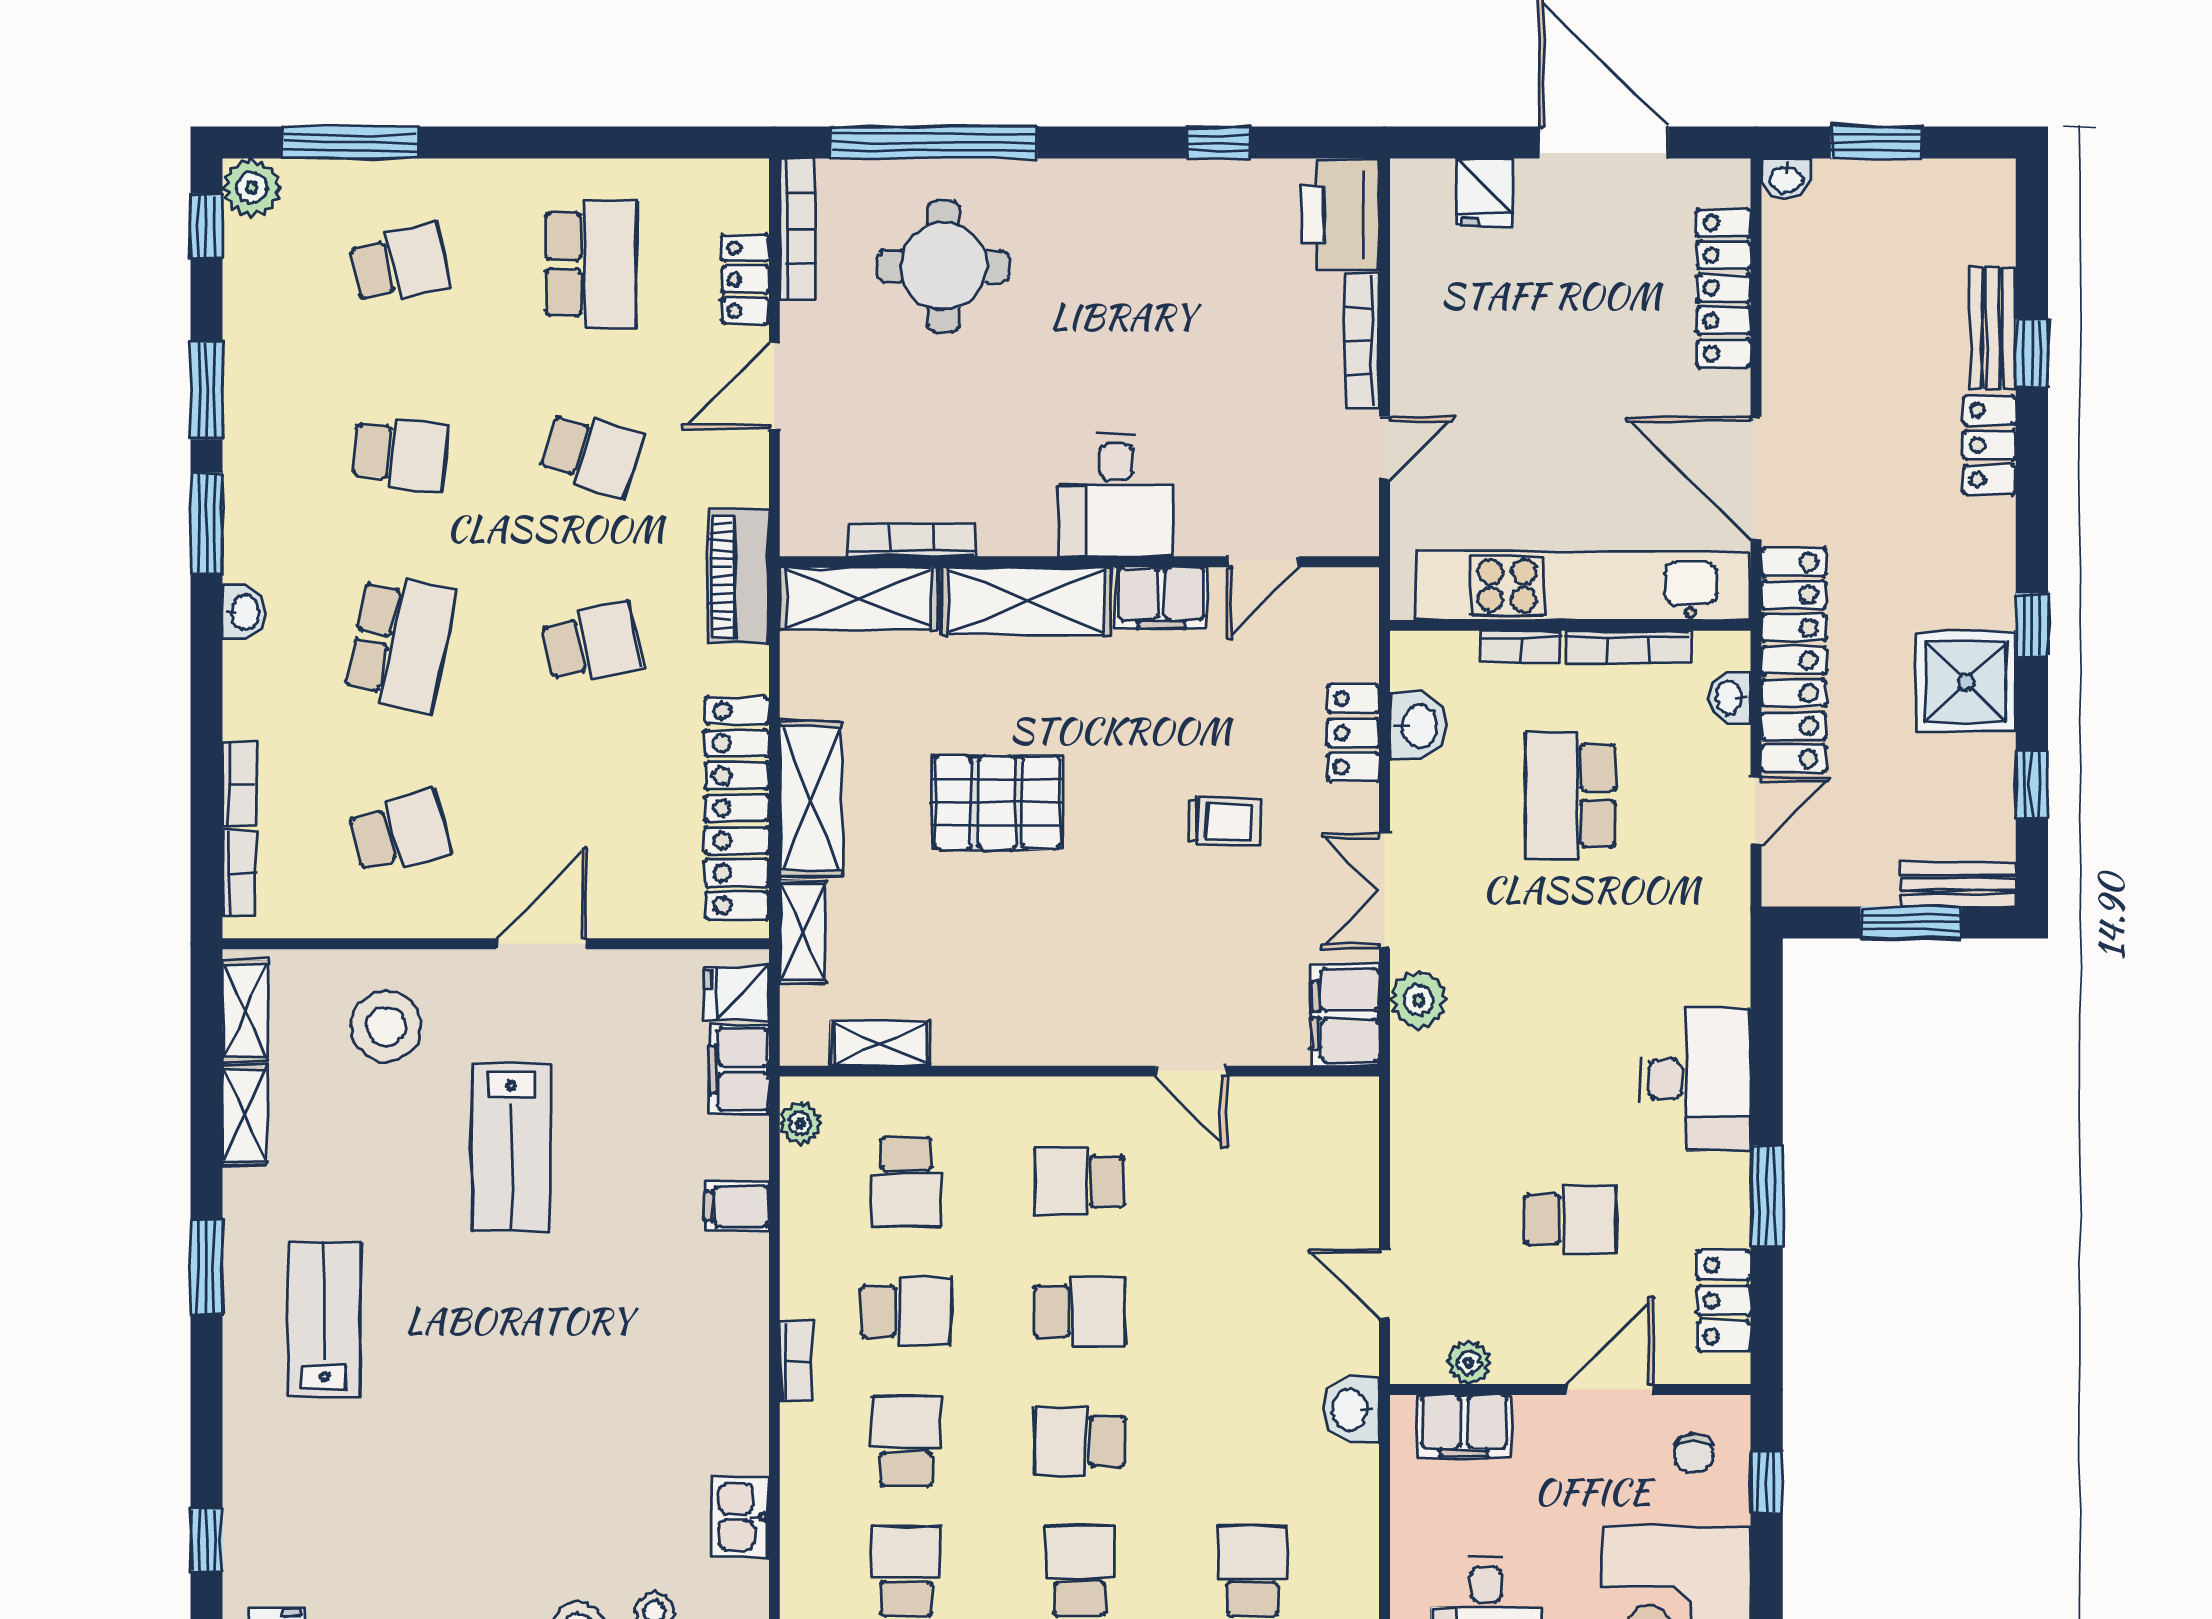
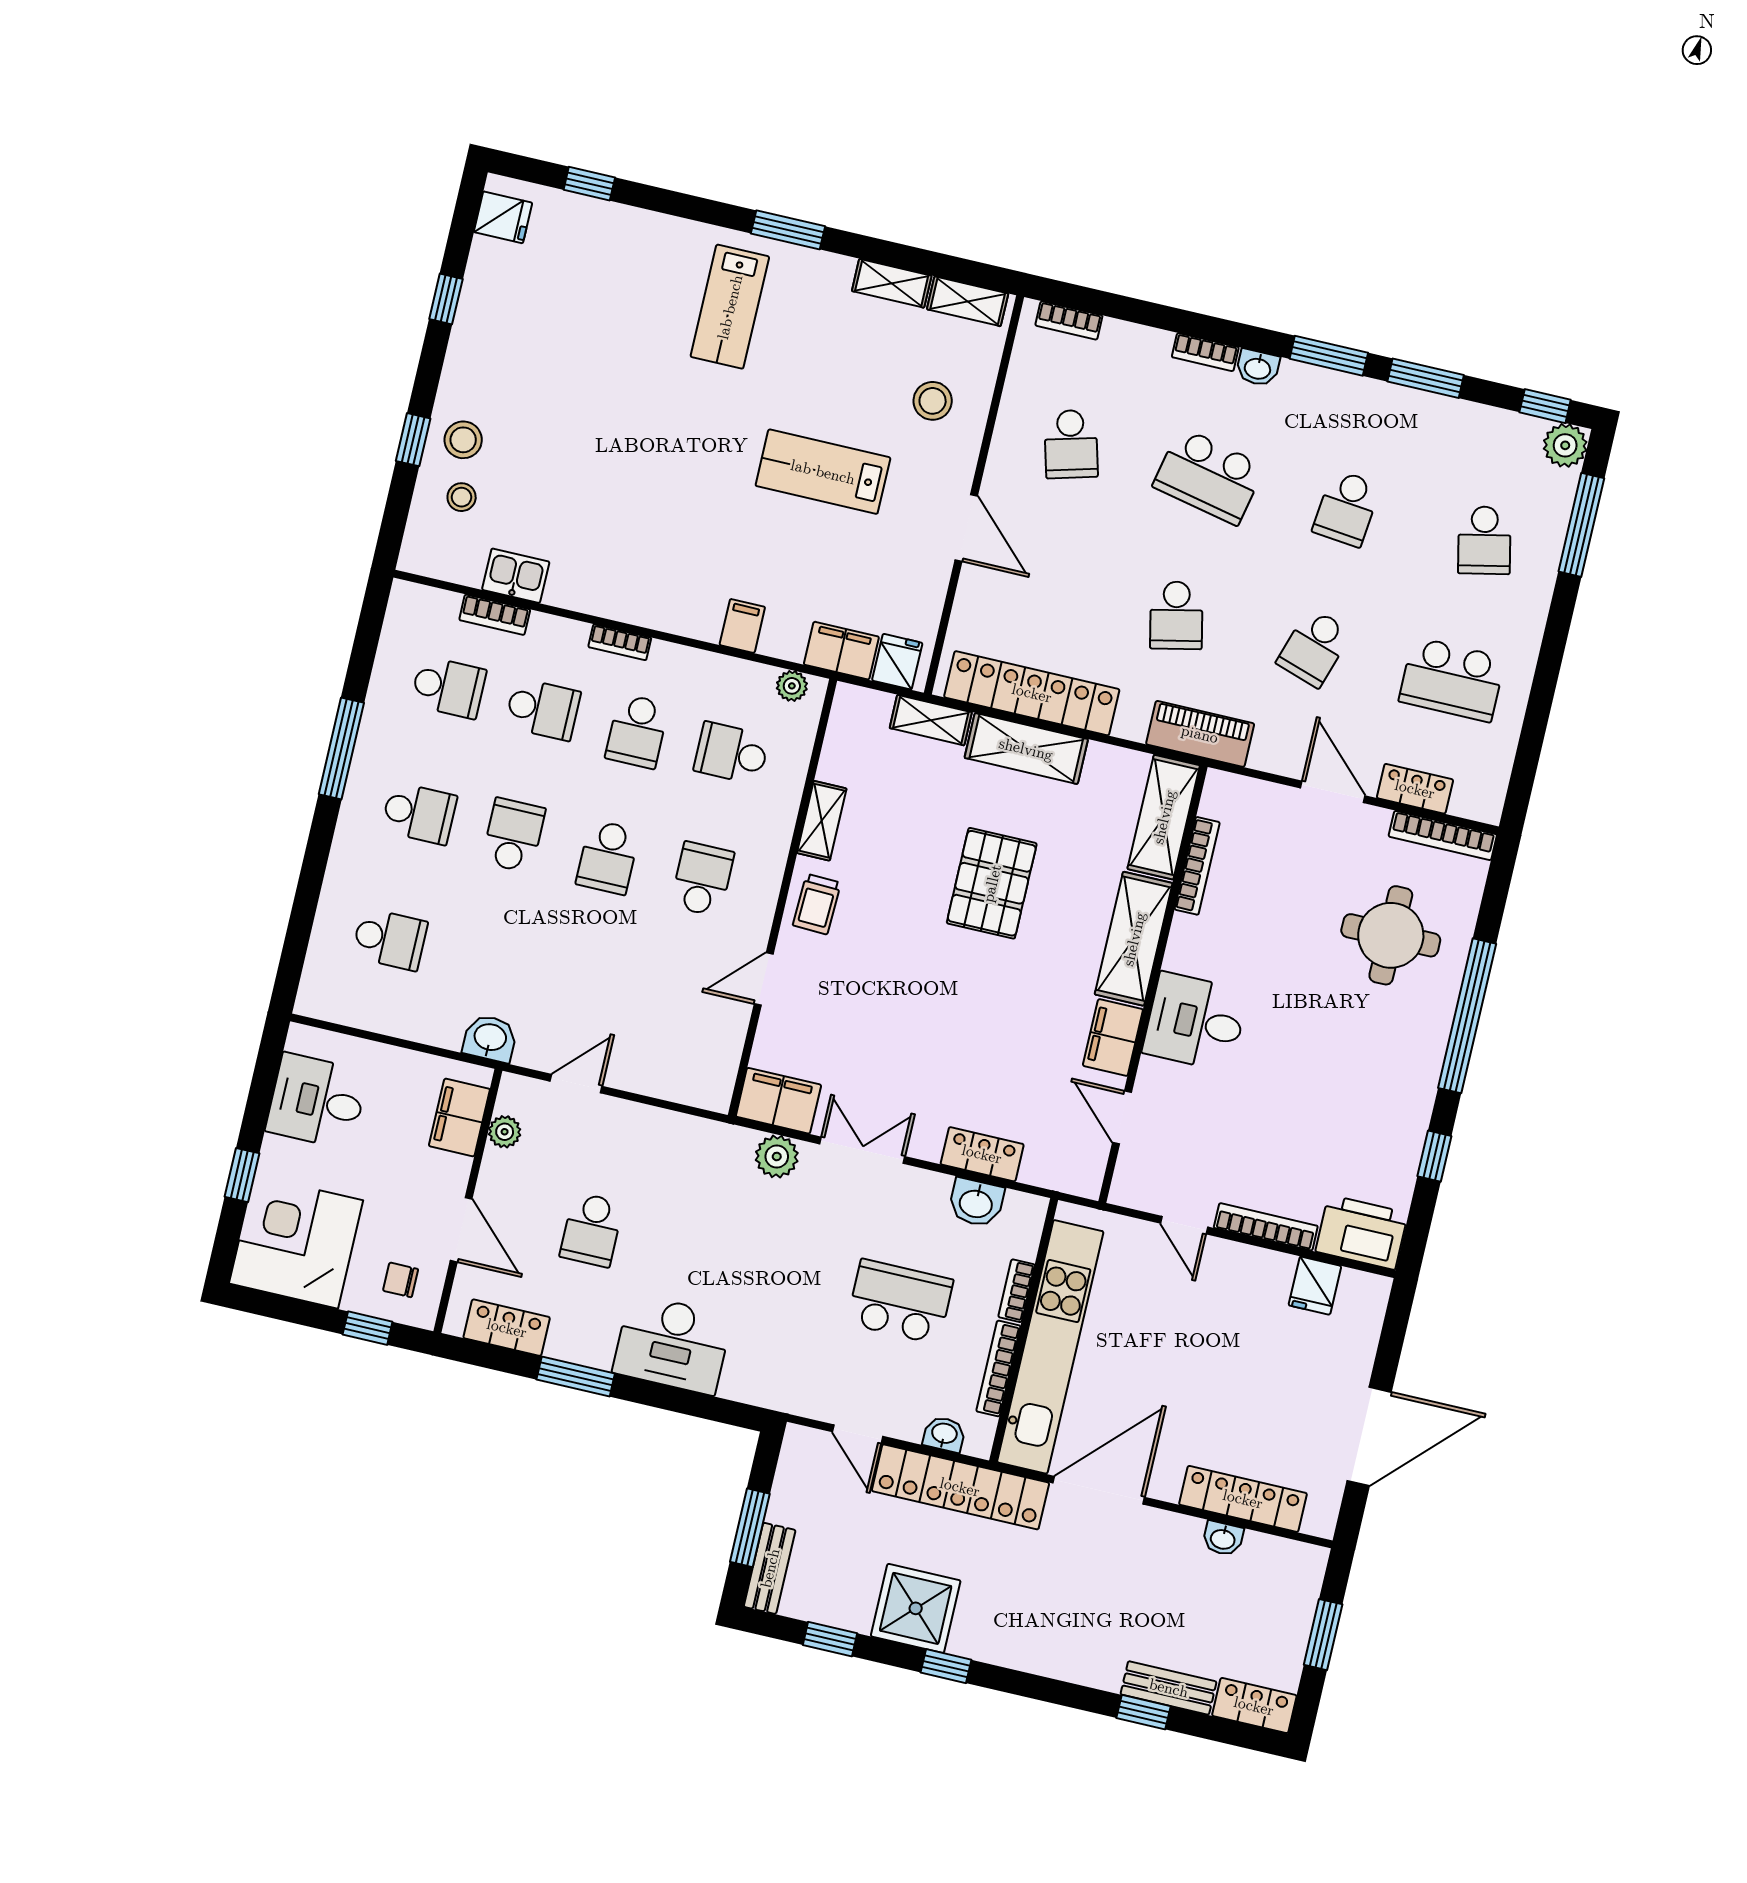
window: (934, 143) -> (1467, 1016), moved
washbasin: (1786, 179) -> (1223, 1539), moved, turned -90
fridge: (1485, 192) -> (1315, 1286), moved, turned -90
locker: (1990, 445) -> (1254, 1706), moved
bookcase: (239, 784) -> (1205, 352), moved
trolley: (1224, 821) -> (817, 904), moved
stool: (386, 1026) -> (933, 401), width x0.73, depth x0.73
shelving: (880, 1043) -> (822, 821), moved
lab bench: (324, 1319) -> (730, 307), turned 90
bookcase: (798, 1532) -> (495, 615), added

